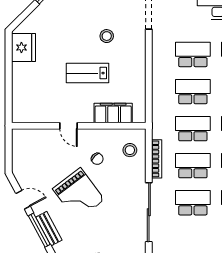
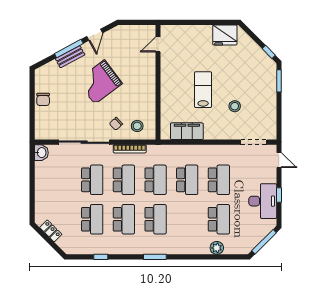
filing cabinet: (113, 113) -> (187, 131), moved, turned -90
door: (68, 126) -> (158, 44), moved
chair: (97, 159) -> (116, 124), moved

